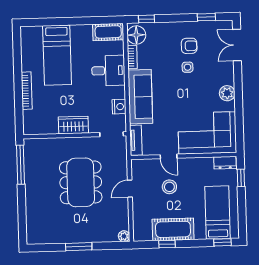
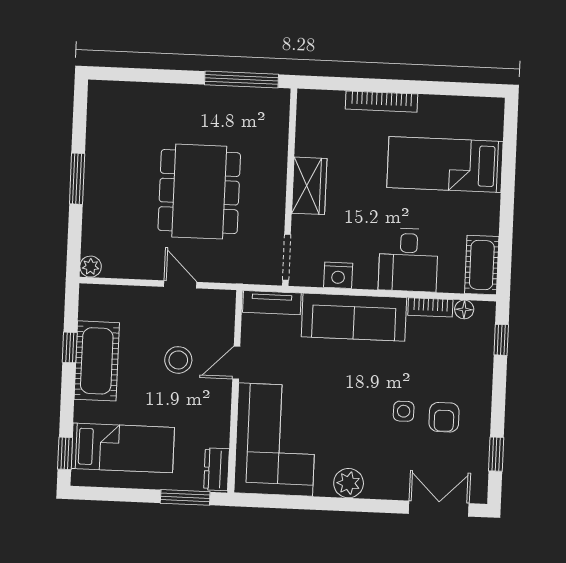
floor lamp: (136, 35) -> (464, 309), width x0.53, depth x0.53
window: (241, 178) -> (185, 497), width x1.50
dining table: (81, 182) -> (199, 192), turned 90

